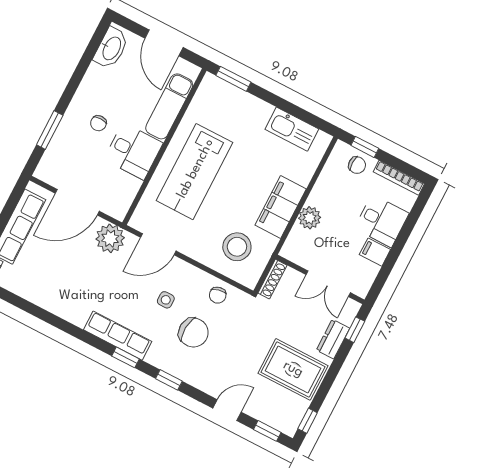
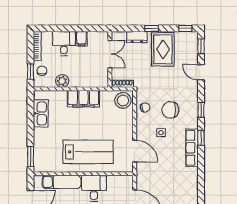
plant: (310, 218) -> (62, 81), moved
plant: (110, 238) -> (144, 177), removed
stool: (237, 247) -> (123, 100), moved
window: (355, 330) -> (152, 28), moved
chair: (193, 333) -> (170, 110), turned -94

